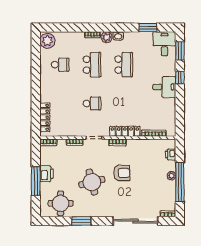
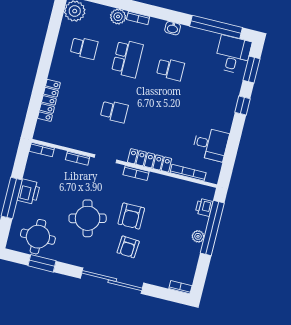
window: (148, 28) -> (216, 27), width x2.11
plant: (107, 37) -> (118, 17), moved
school desk: (124, 65) -> (170, 69), width x0.54
desk: (164, 87) -> (211, 144), moved
locker: (45, 117) -> (49, 100), moved
armchair: (122, 173) -> (131, 216), turned 90
window: (180, 182) -> (212, 228), moved
armchair: (125, 195) -> (128, 247), added
window: (81, 221) -> (42, 263), moved
sliding door: (136, 221) -> (112, 281), moved

